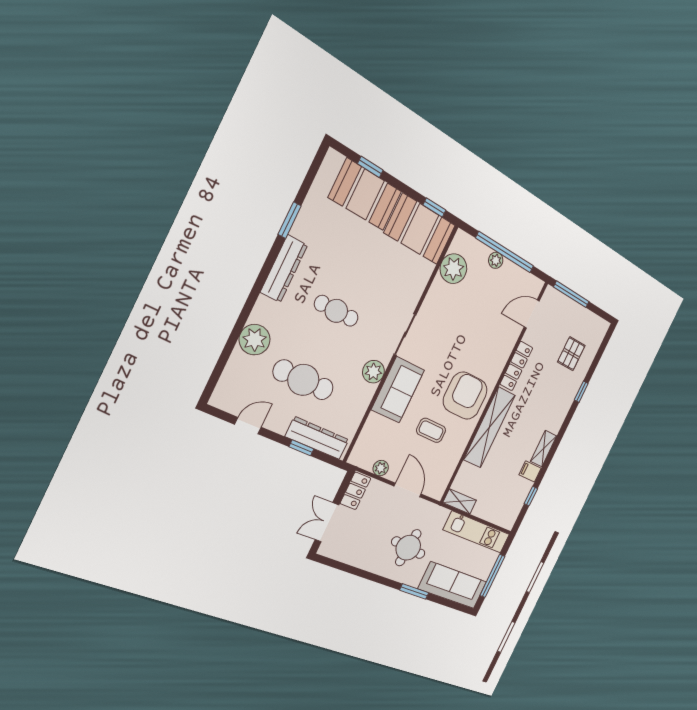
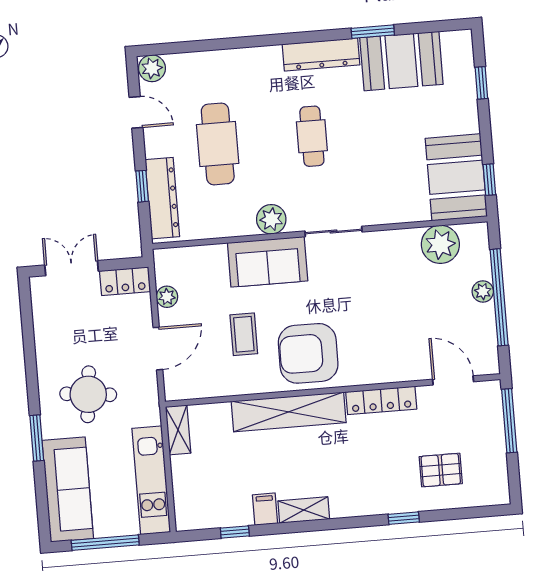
booth: (365, 194) -> (401, 61), moved, turned 90
plant: (255, 340) -> (152, 68), moved, width x0.73, depth x0.73
armchair: (465, 396) -> (308, 353), turned 180

